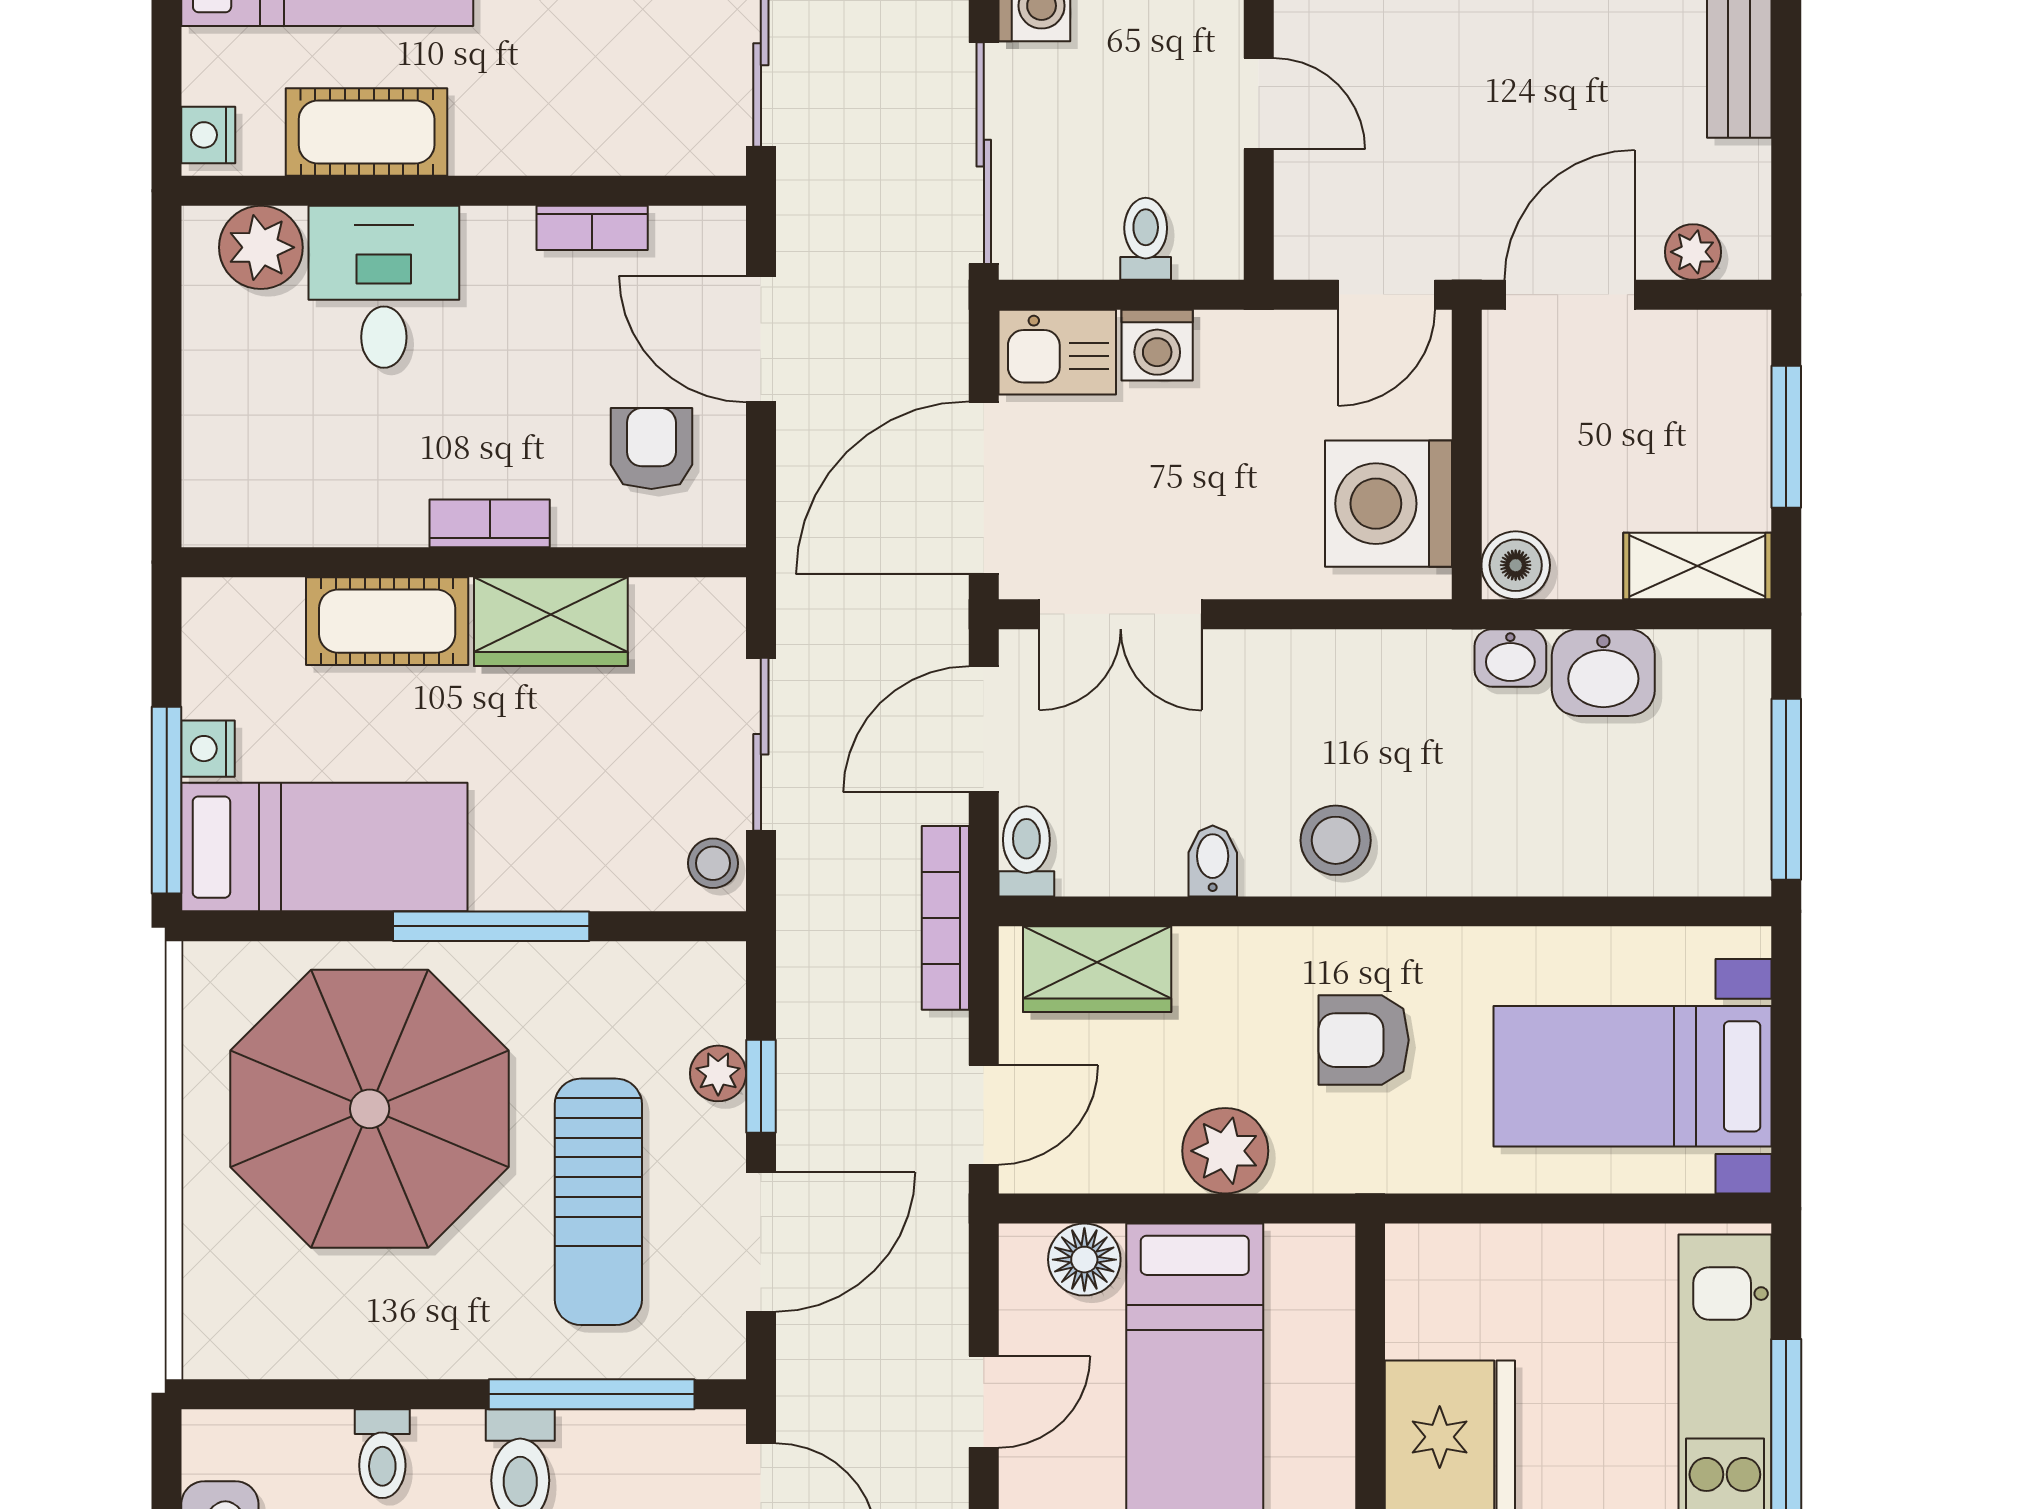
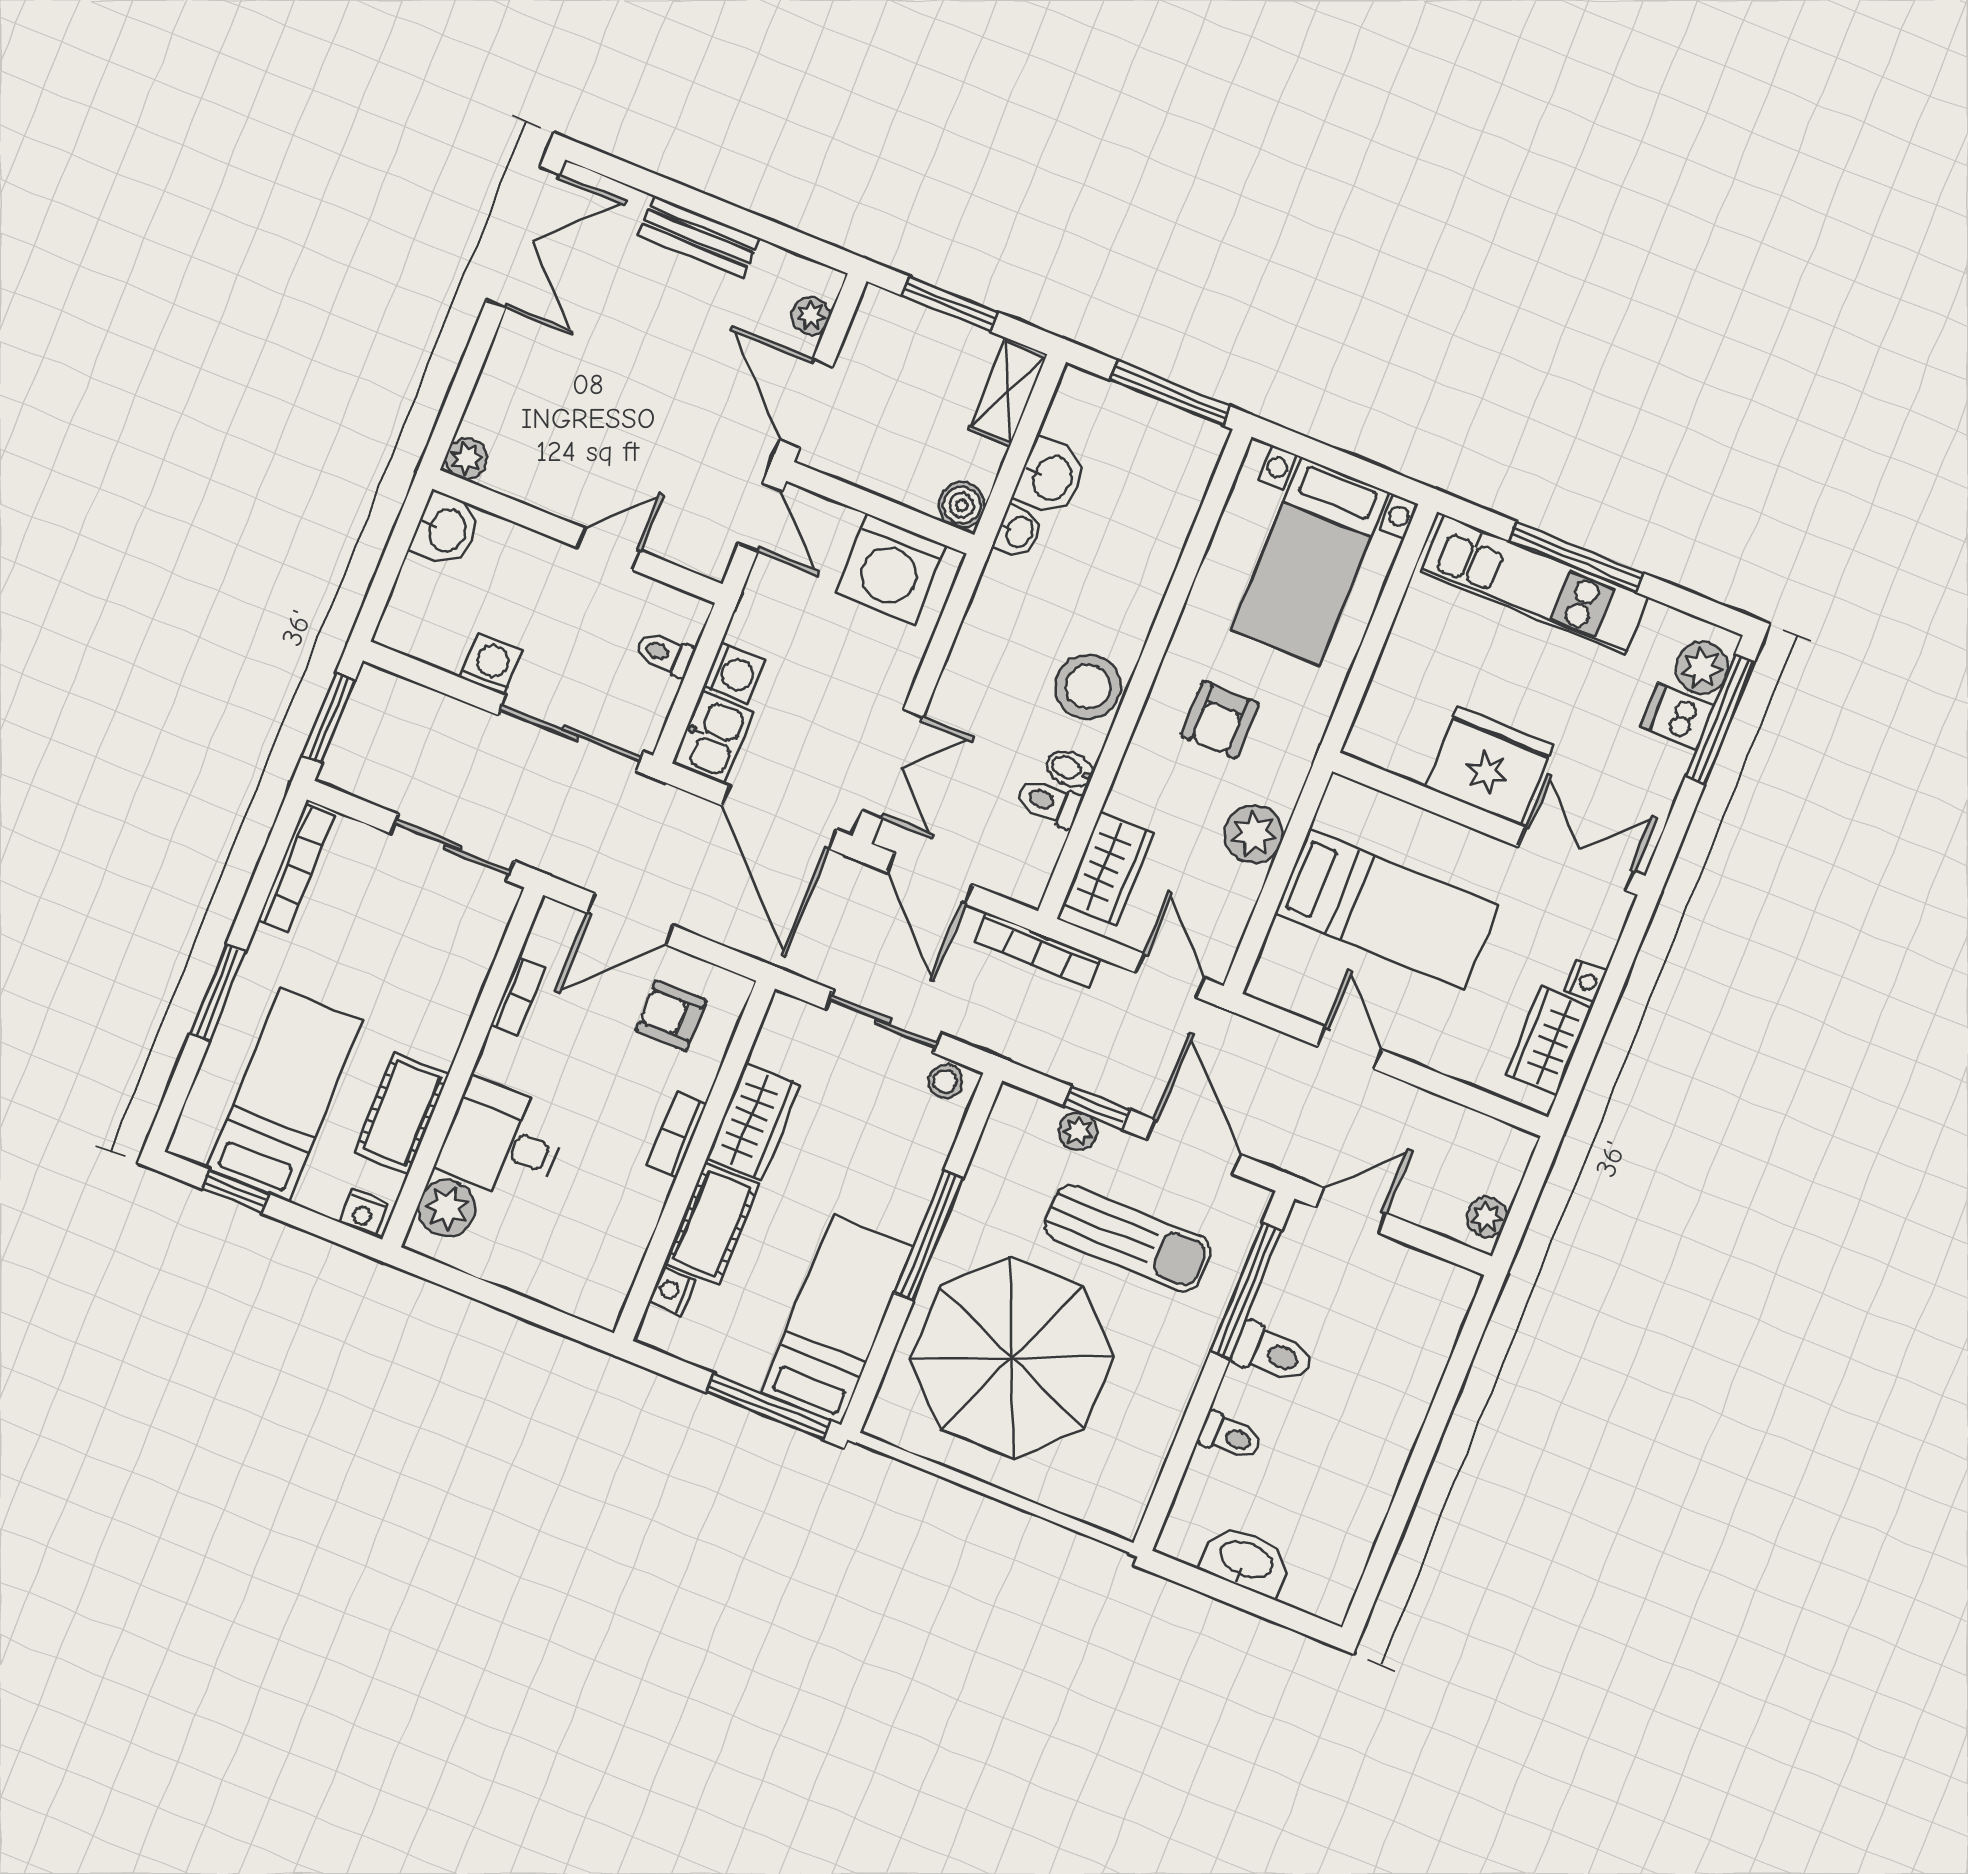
nightstand: (208, 749) -> (672, 1291), moved, turned 90
stool: (1336, 840) -> (1088, 687), width x1.38, depth x1.38
toilet: (1026, 851) -> (1049, 803), moved
floor lamp: (1084, 1260) -> (1286, 949), removed

